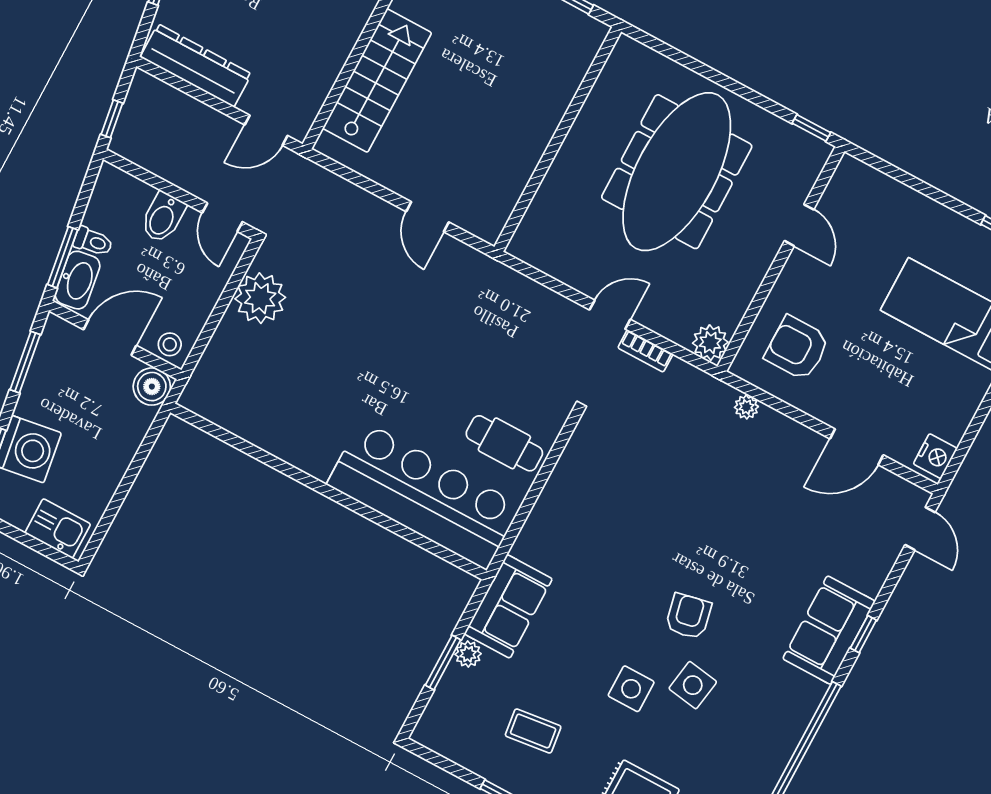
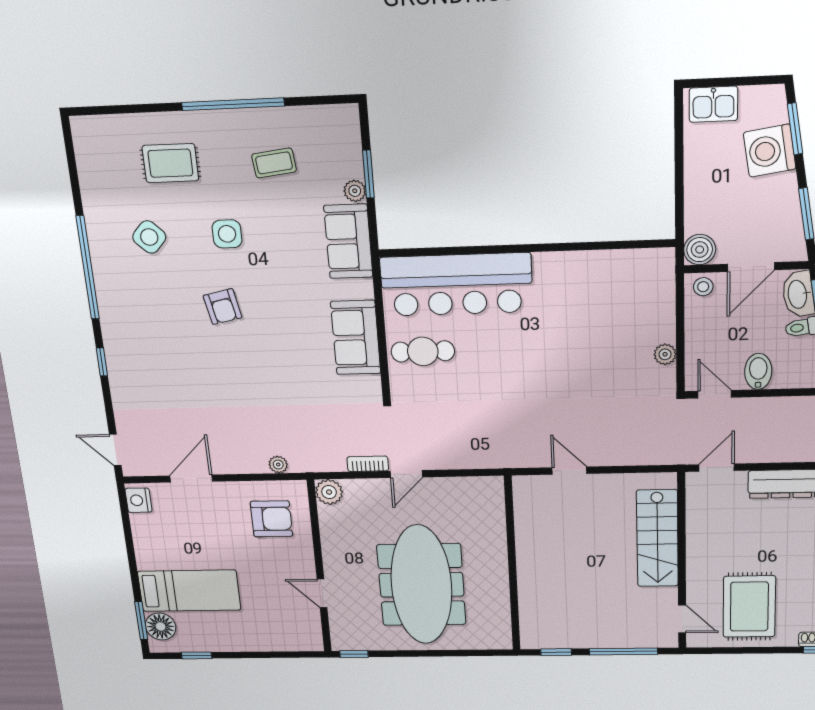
plant: (260, 298) -> (665, 354), width x0.53, depth x0.53
sofa: (829, 630) -> (356, 338), moved, turned 180
side table: (693, 685) -> (149, 237), moved, turned 34

